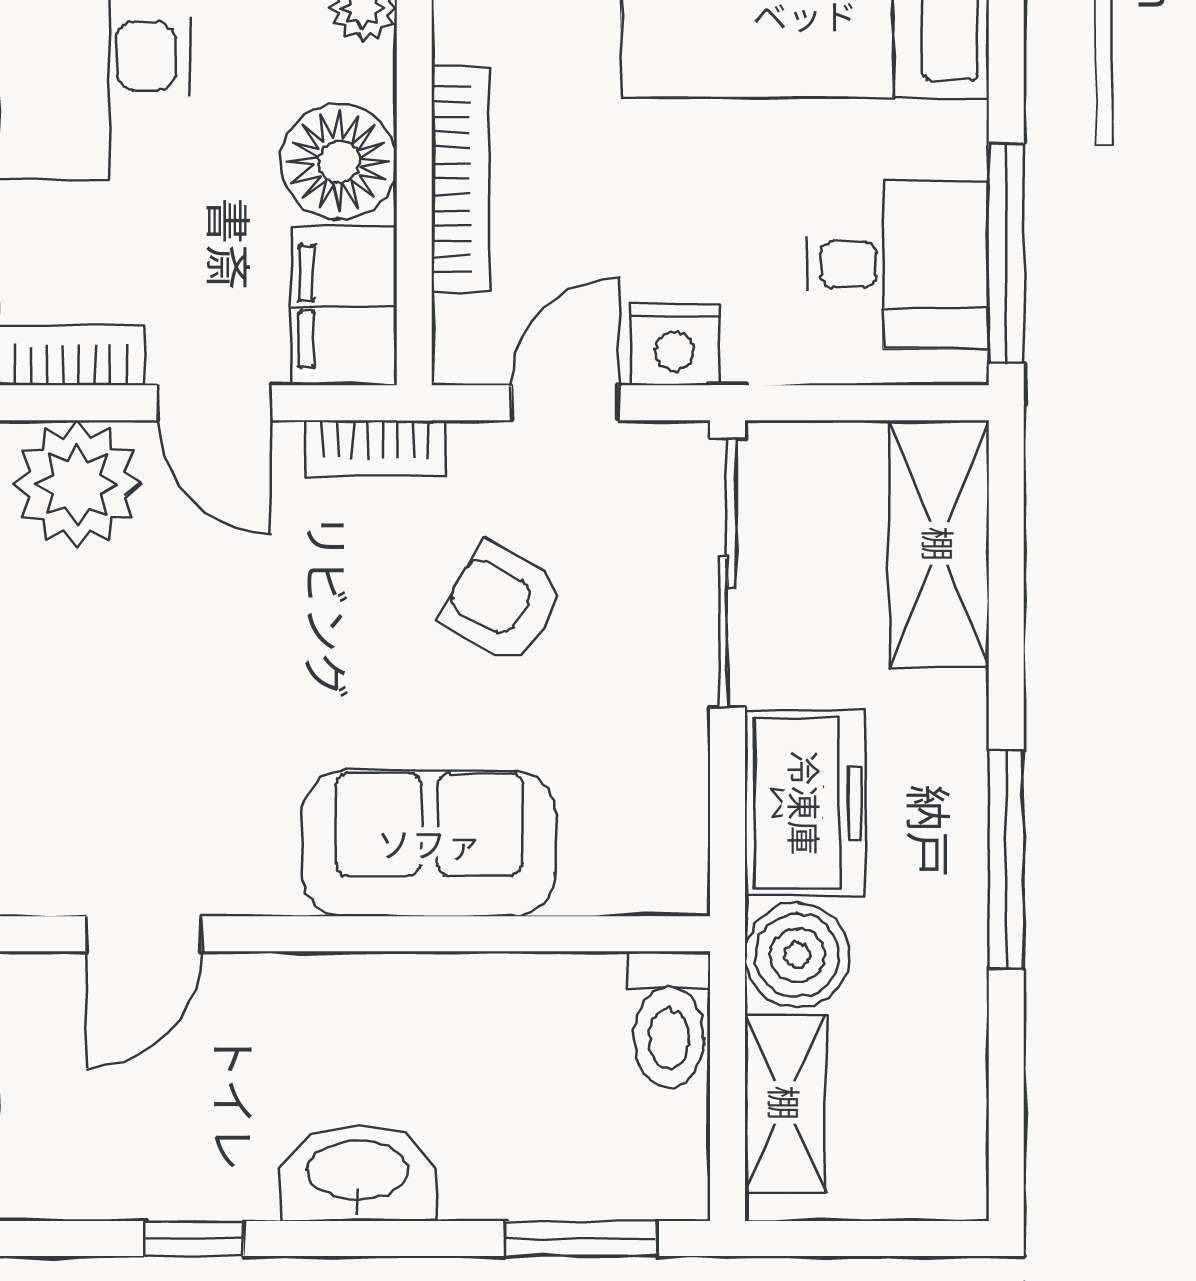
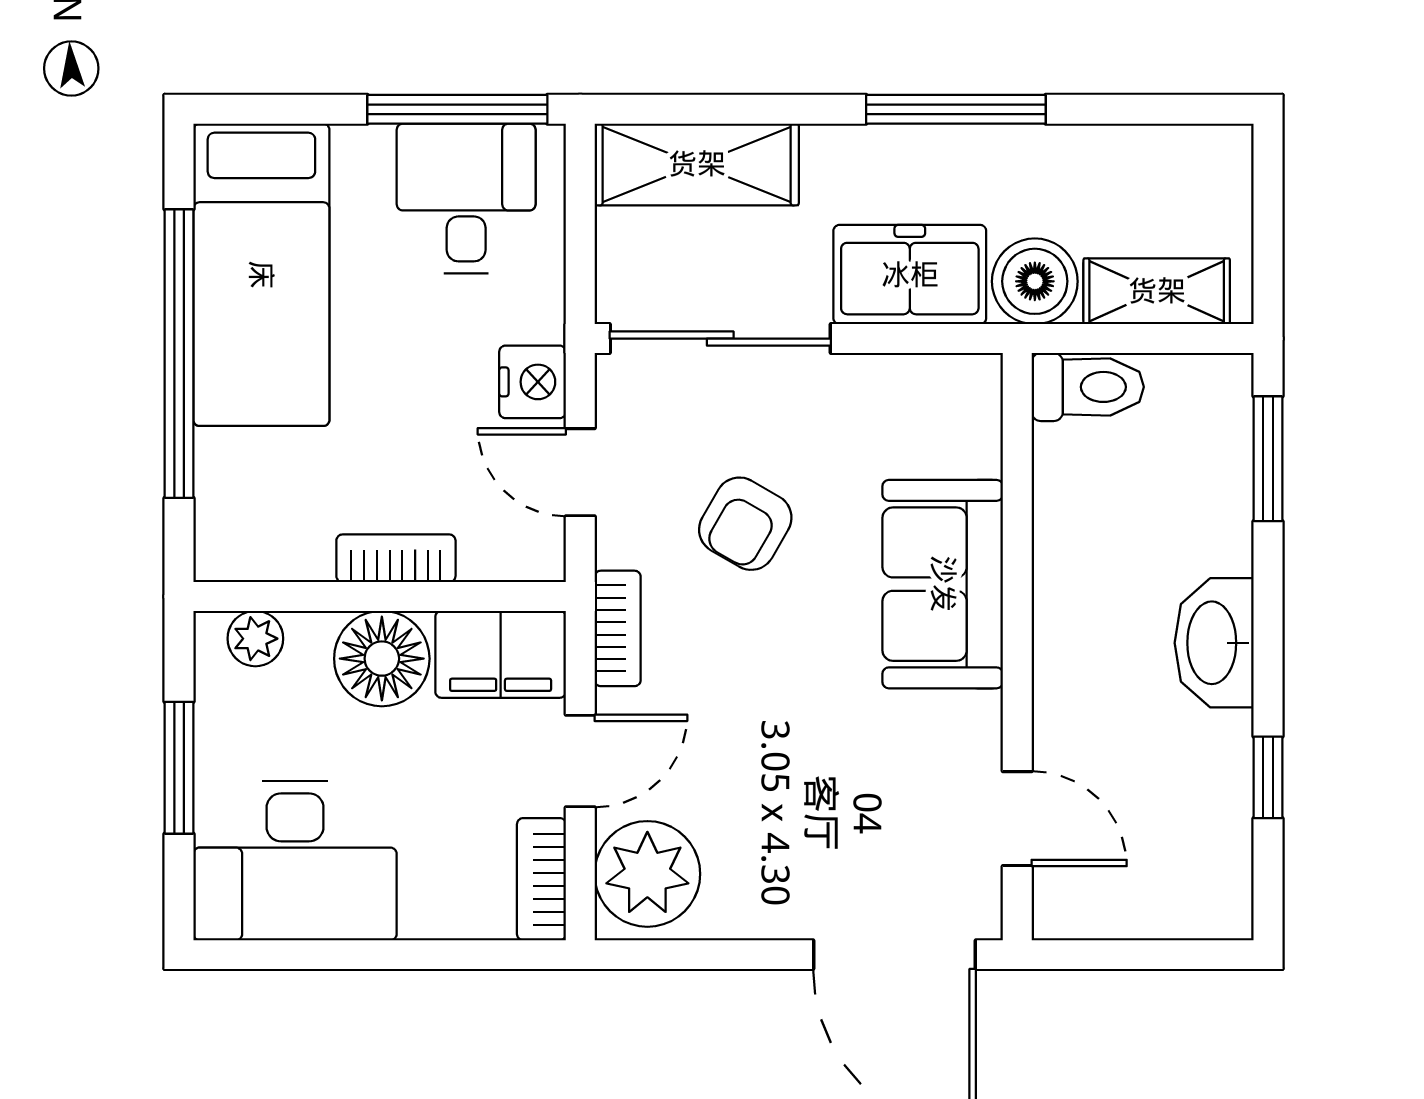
bookcase: (461, 179) -> (396, 558), width x0.64

